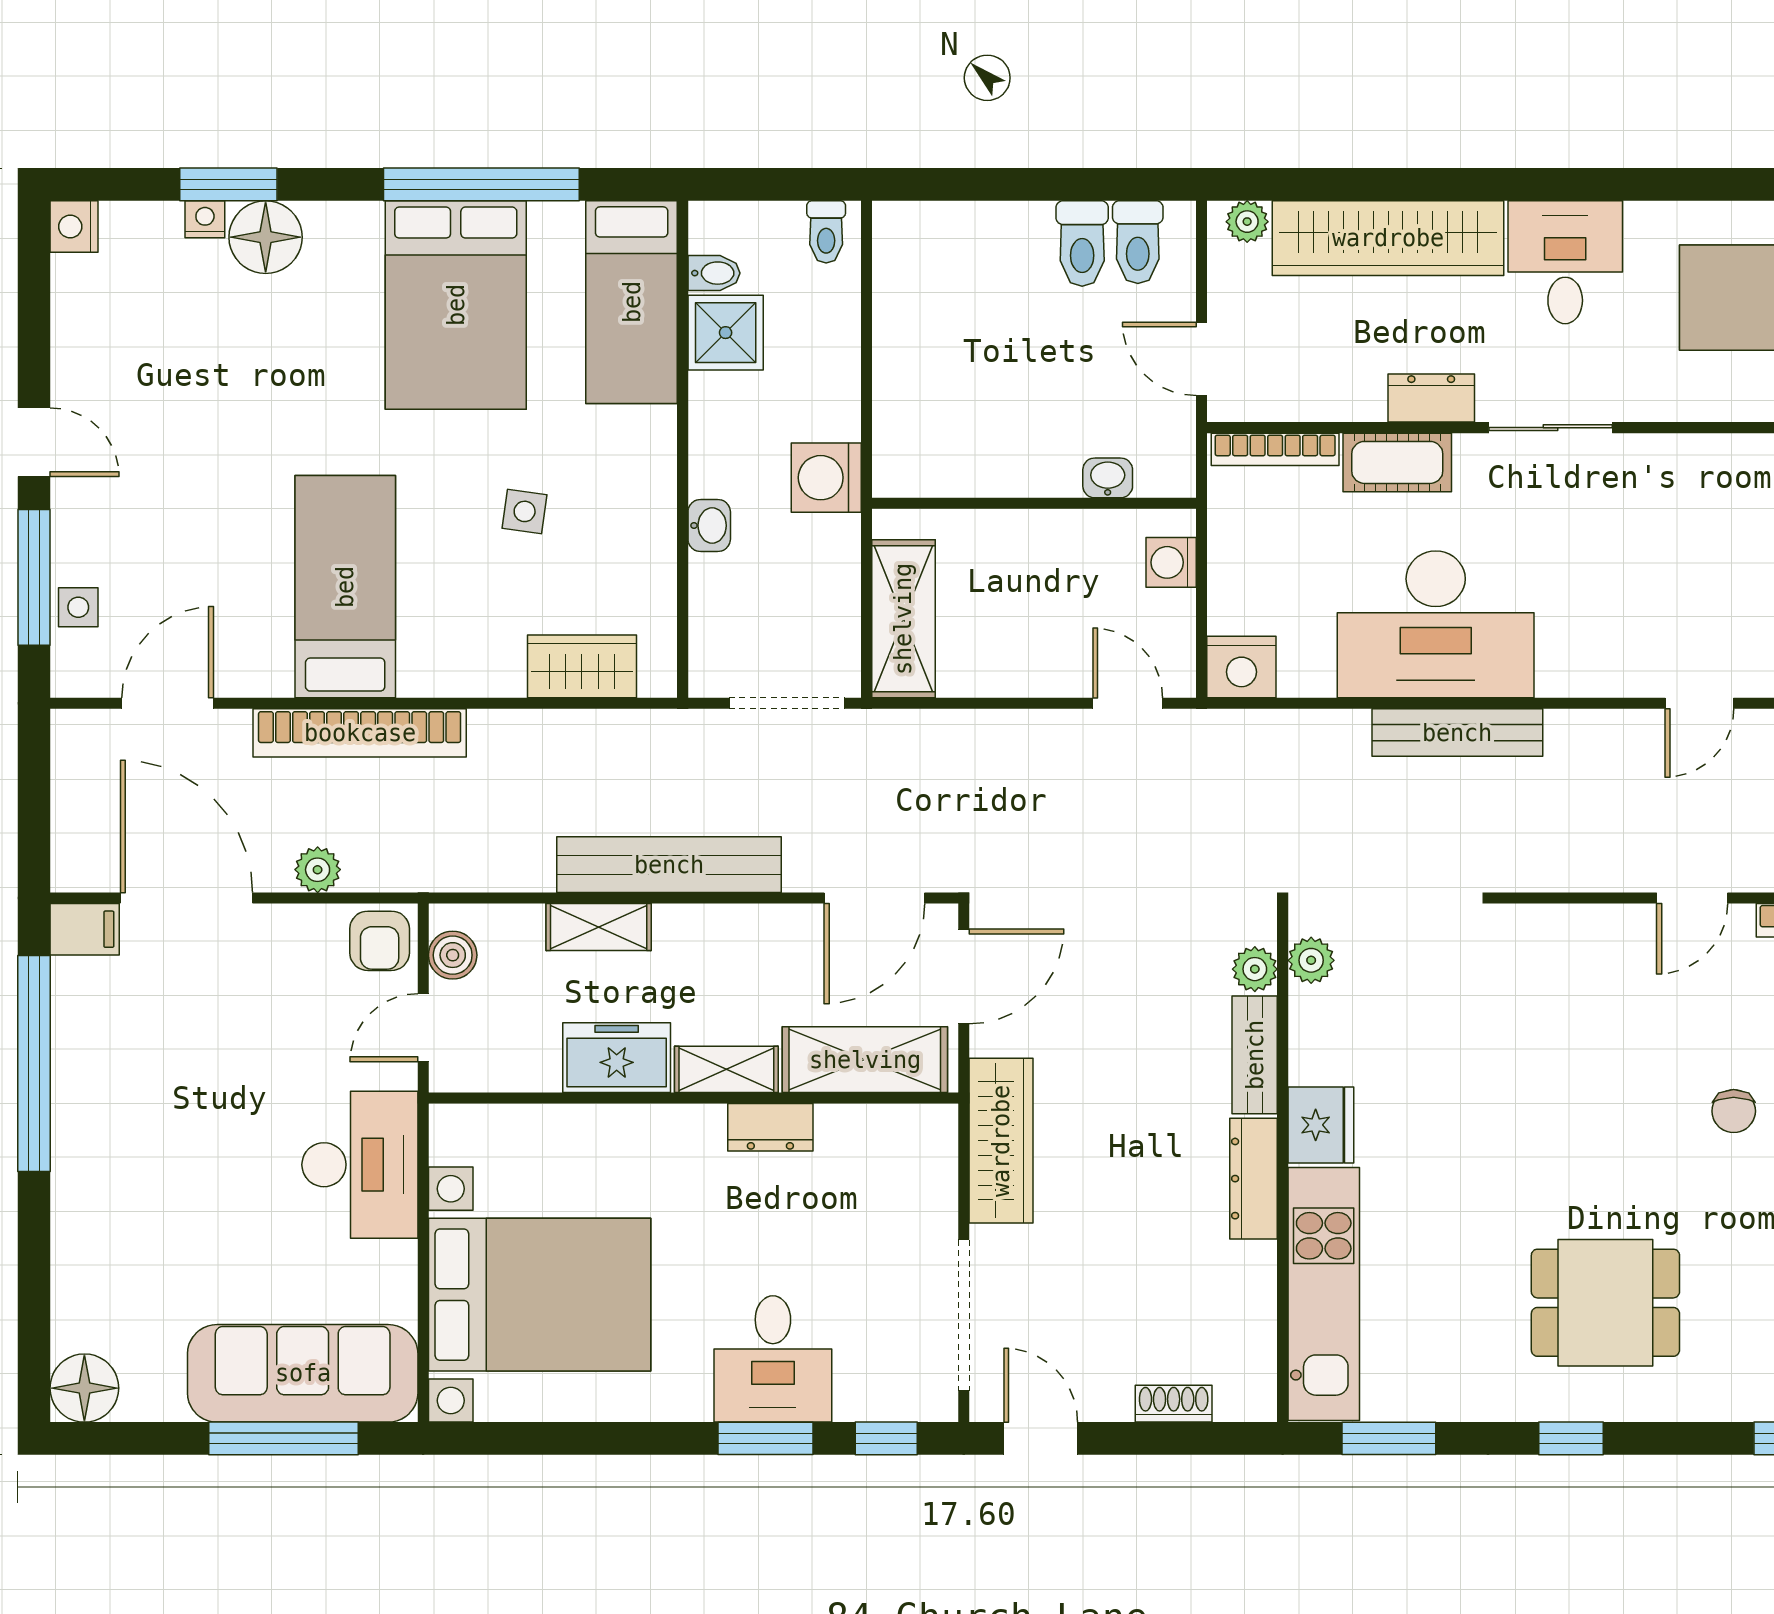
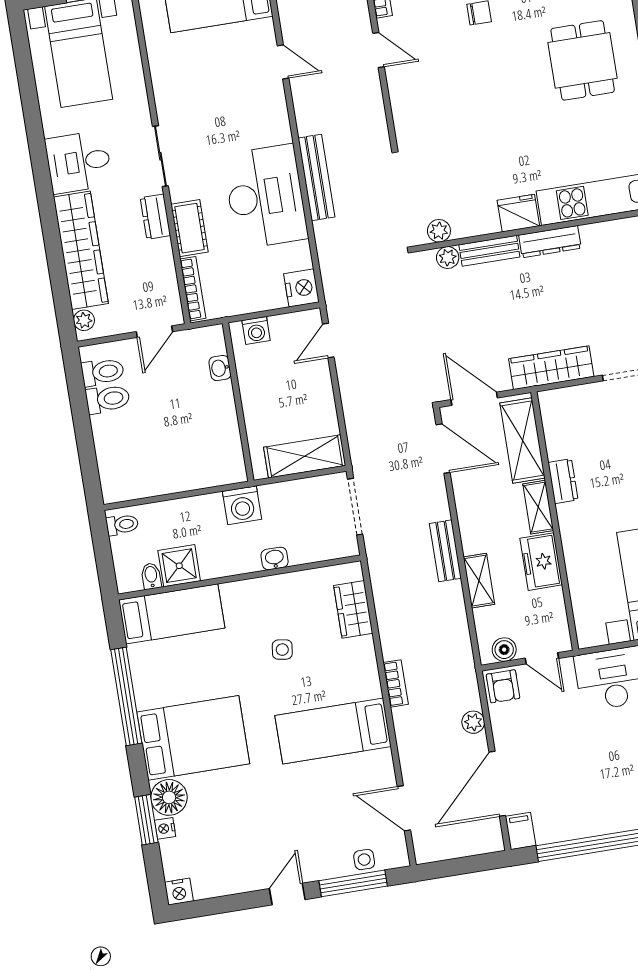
bed: (456, 305) -> (193, 738), moved
bookcase: (360, 733) -> (396, 683), width x0.43, depth x0.76
bench: (669, 865) -> (445, 551), width x0.54, depth x0.82
armchair: (380, 941) -> (503, 686), turned 90

